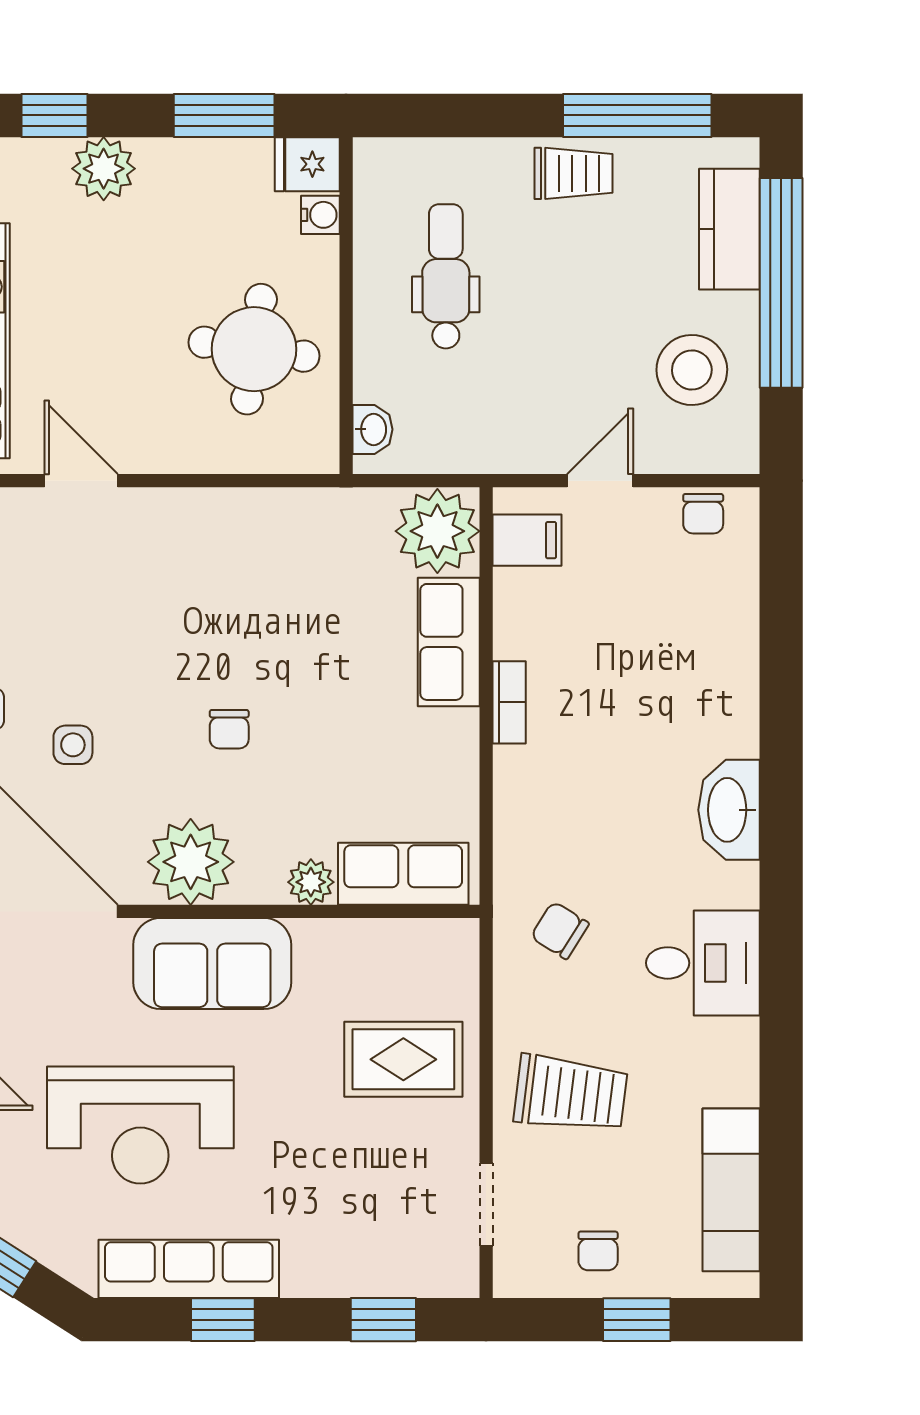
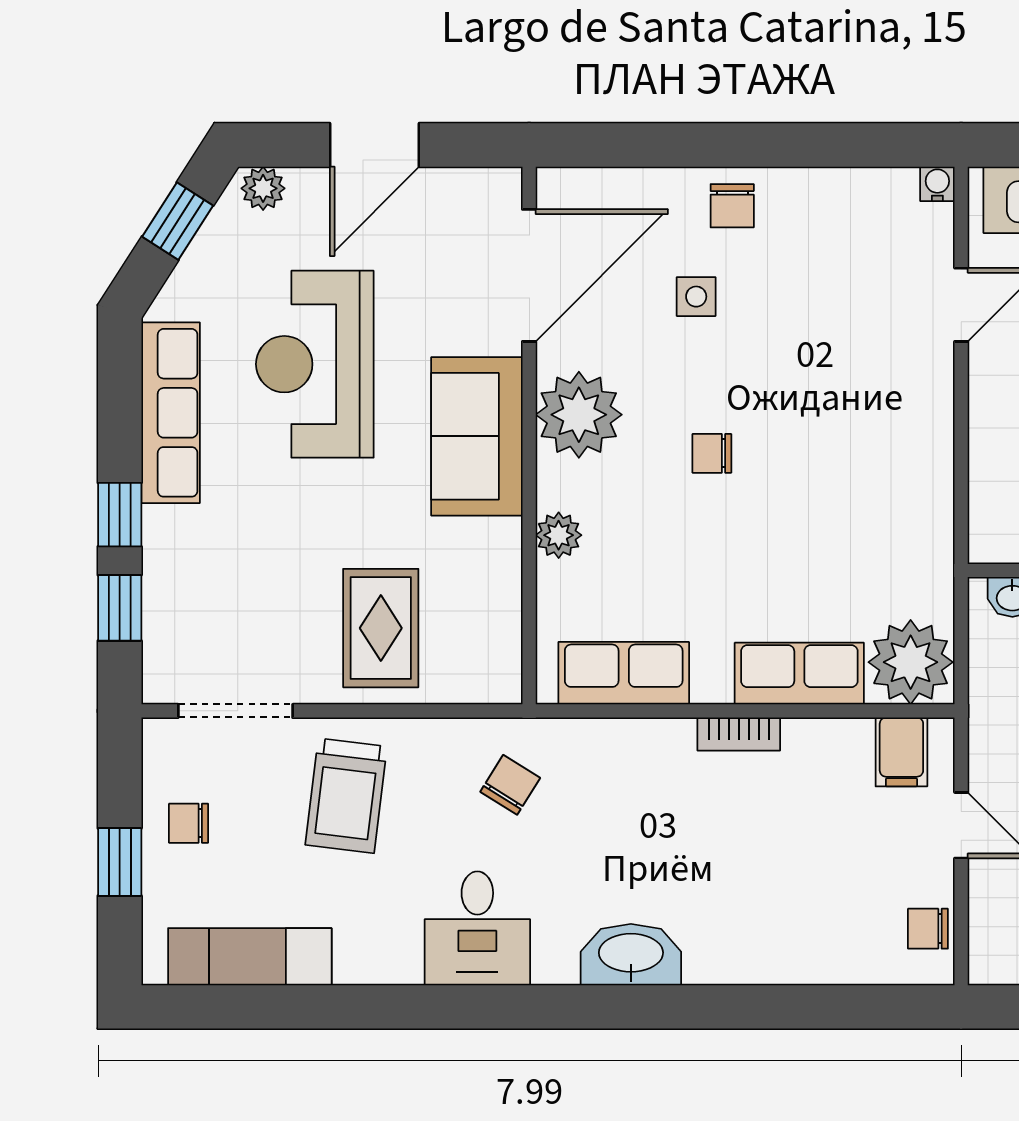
row of seats: (403, 874) -> (624, 673), moved, turned -90
doorway: (486, 1204) -> (235, 711), width x1.38
window: (223, 1320) -> (120, 515), moved

